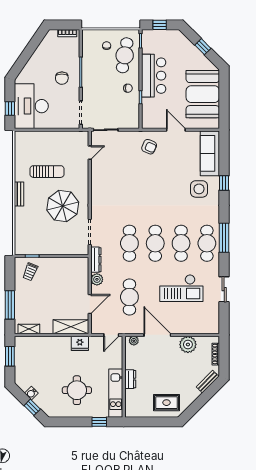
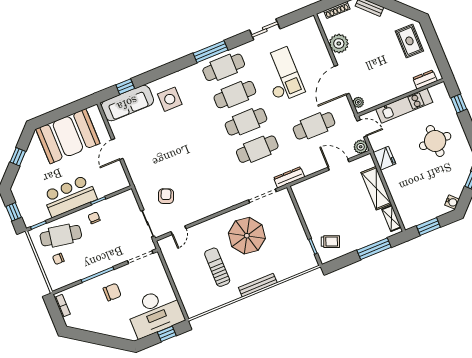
armchair: (149, 147) -> (166, 196), moved
door: (90, 153) -> (179, 230), swing flipped
window: (224, 183) -> (125, 87), moved
bench: (19, 194) -> (258, 285), width x1.36
plant: (97, 279) -> (361, 147), moved
shelving: (71, 327) -> (376, 188), moved
dresser: (130, 379) -> (425, 79), moved
water cooler: (31, 393) -> (452, 202), moved
kitchen unit: (116, 393) -> (404, 106), moved

